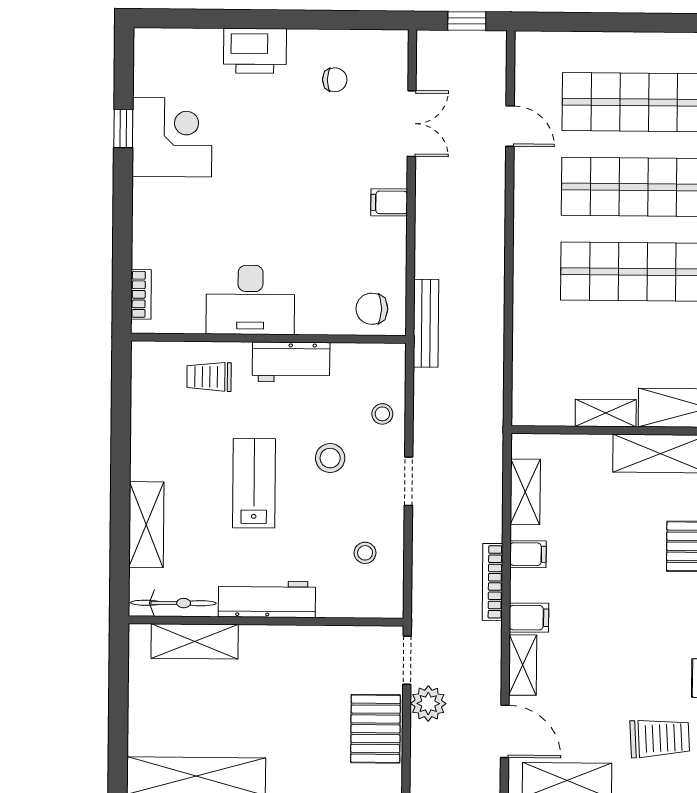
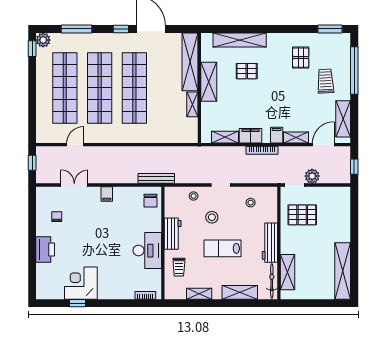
shelving: (144, 425) -> (199, 294), added
filing cabinet: (528, 554) -> (251, 136), width x2.00
pallet: (376, 729) -> (302, 215), moved

